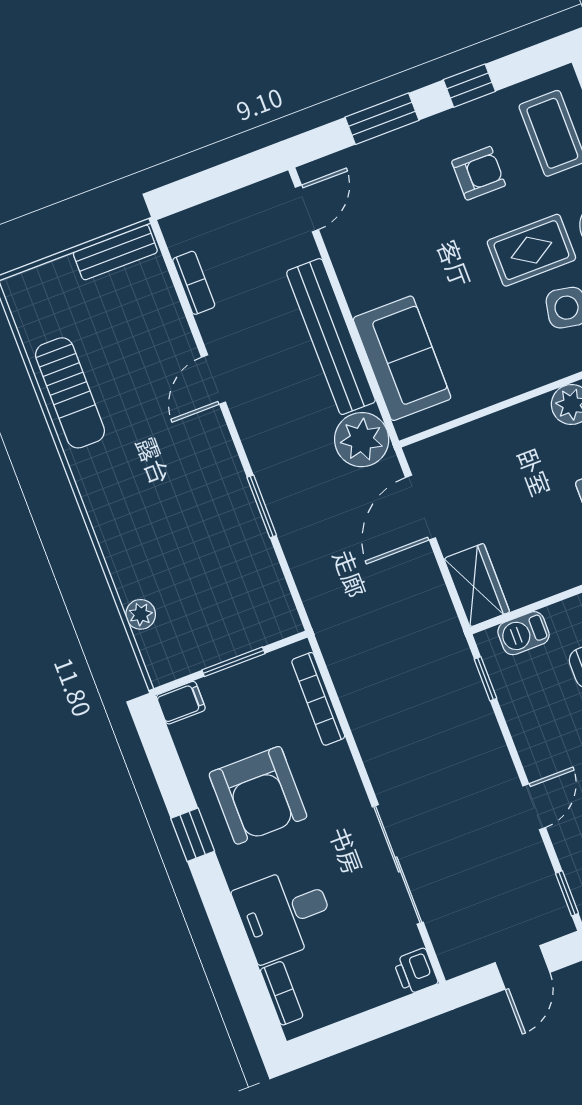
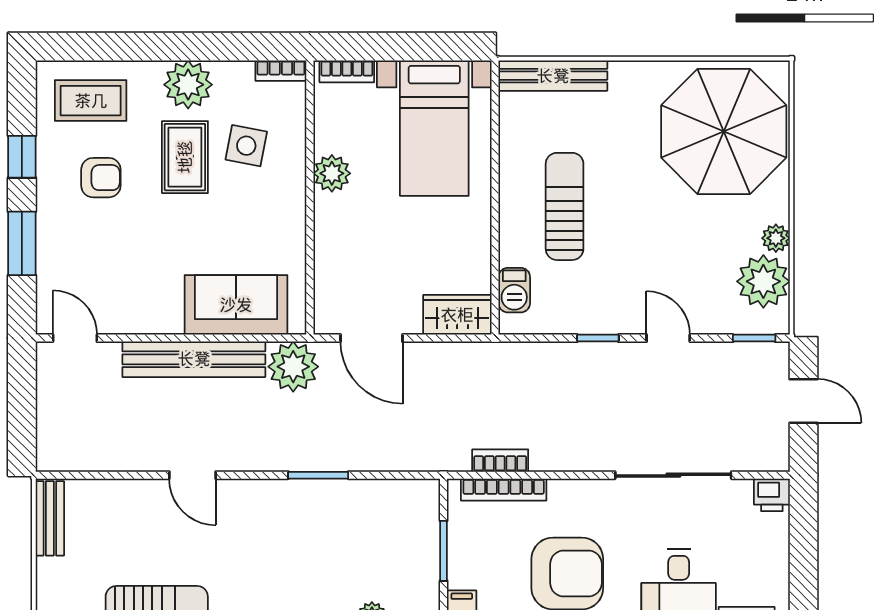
armchair: (479, 173) -> (101, 178), turned 90
bookcase: (194, 283) -> (500, 461), moved
window: (485, 679) -> (598, 338), moved

